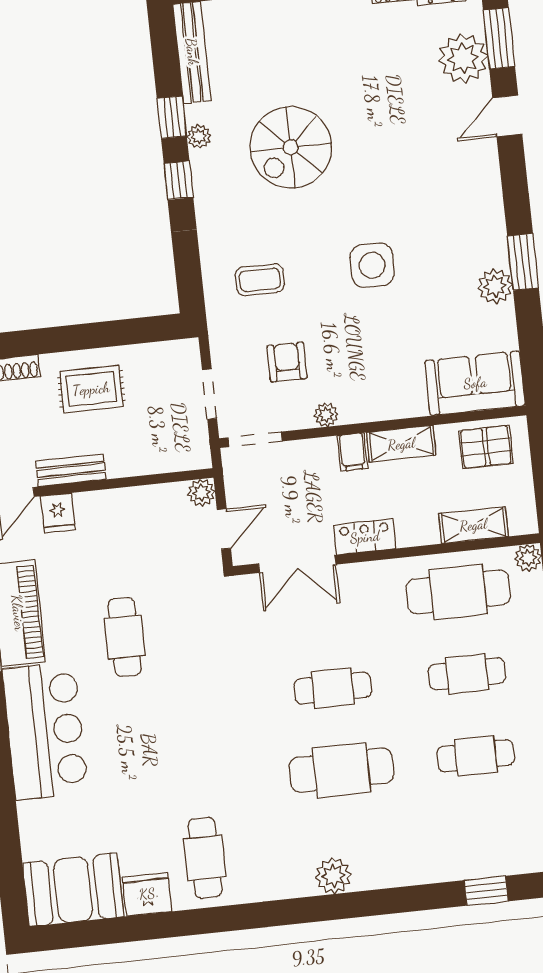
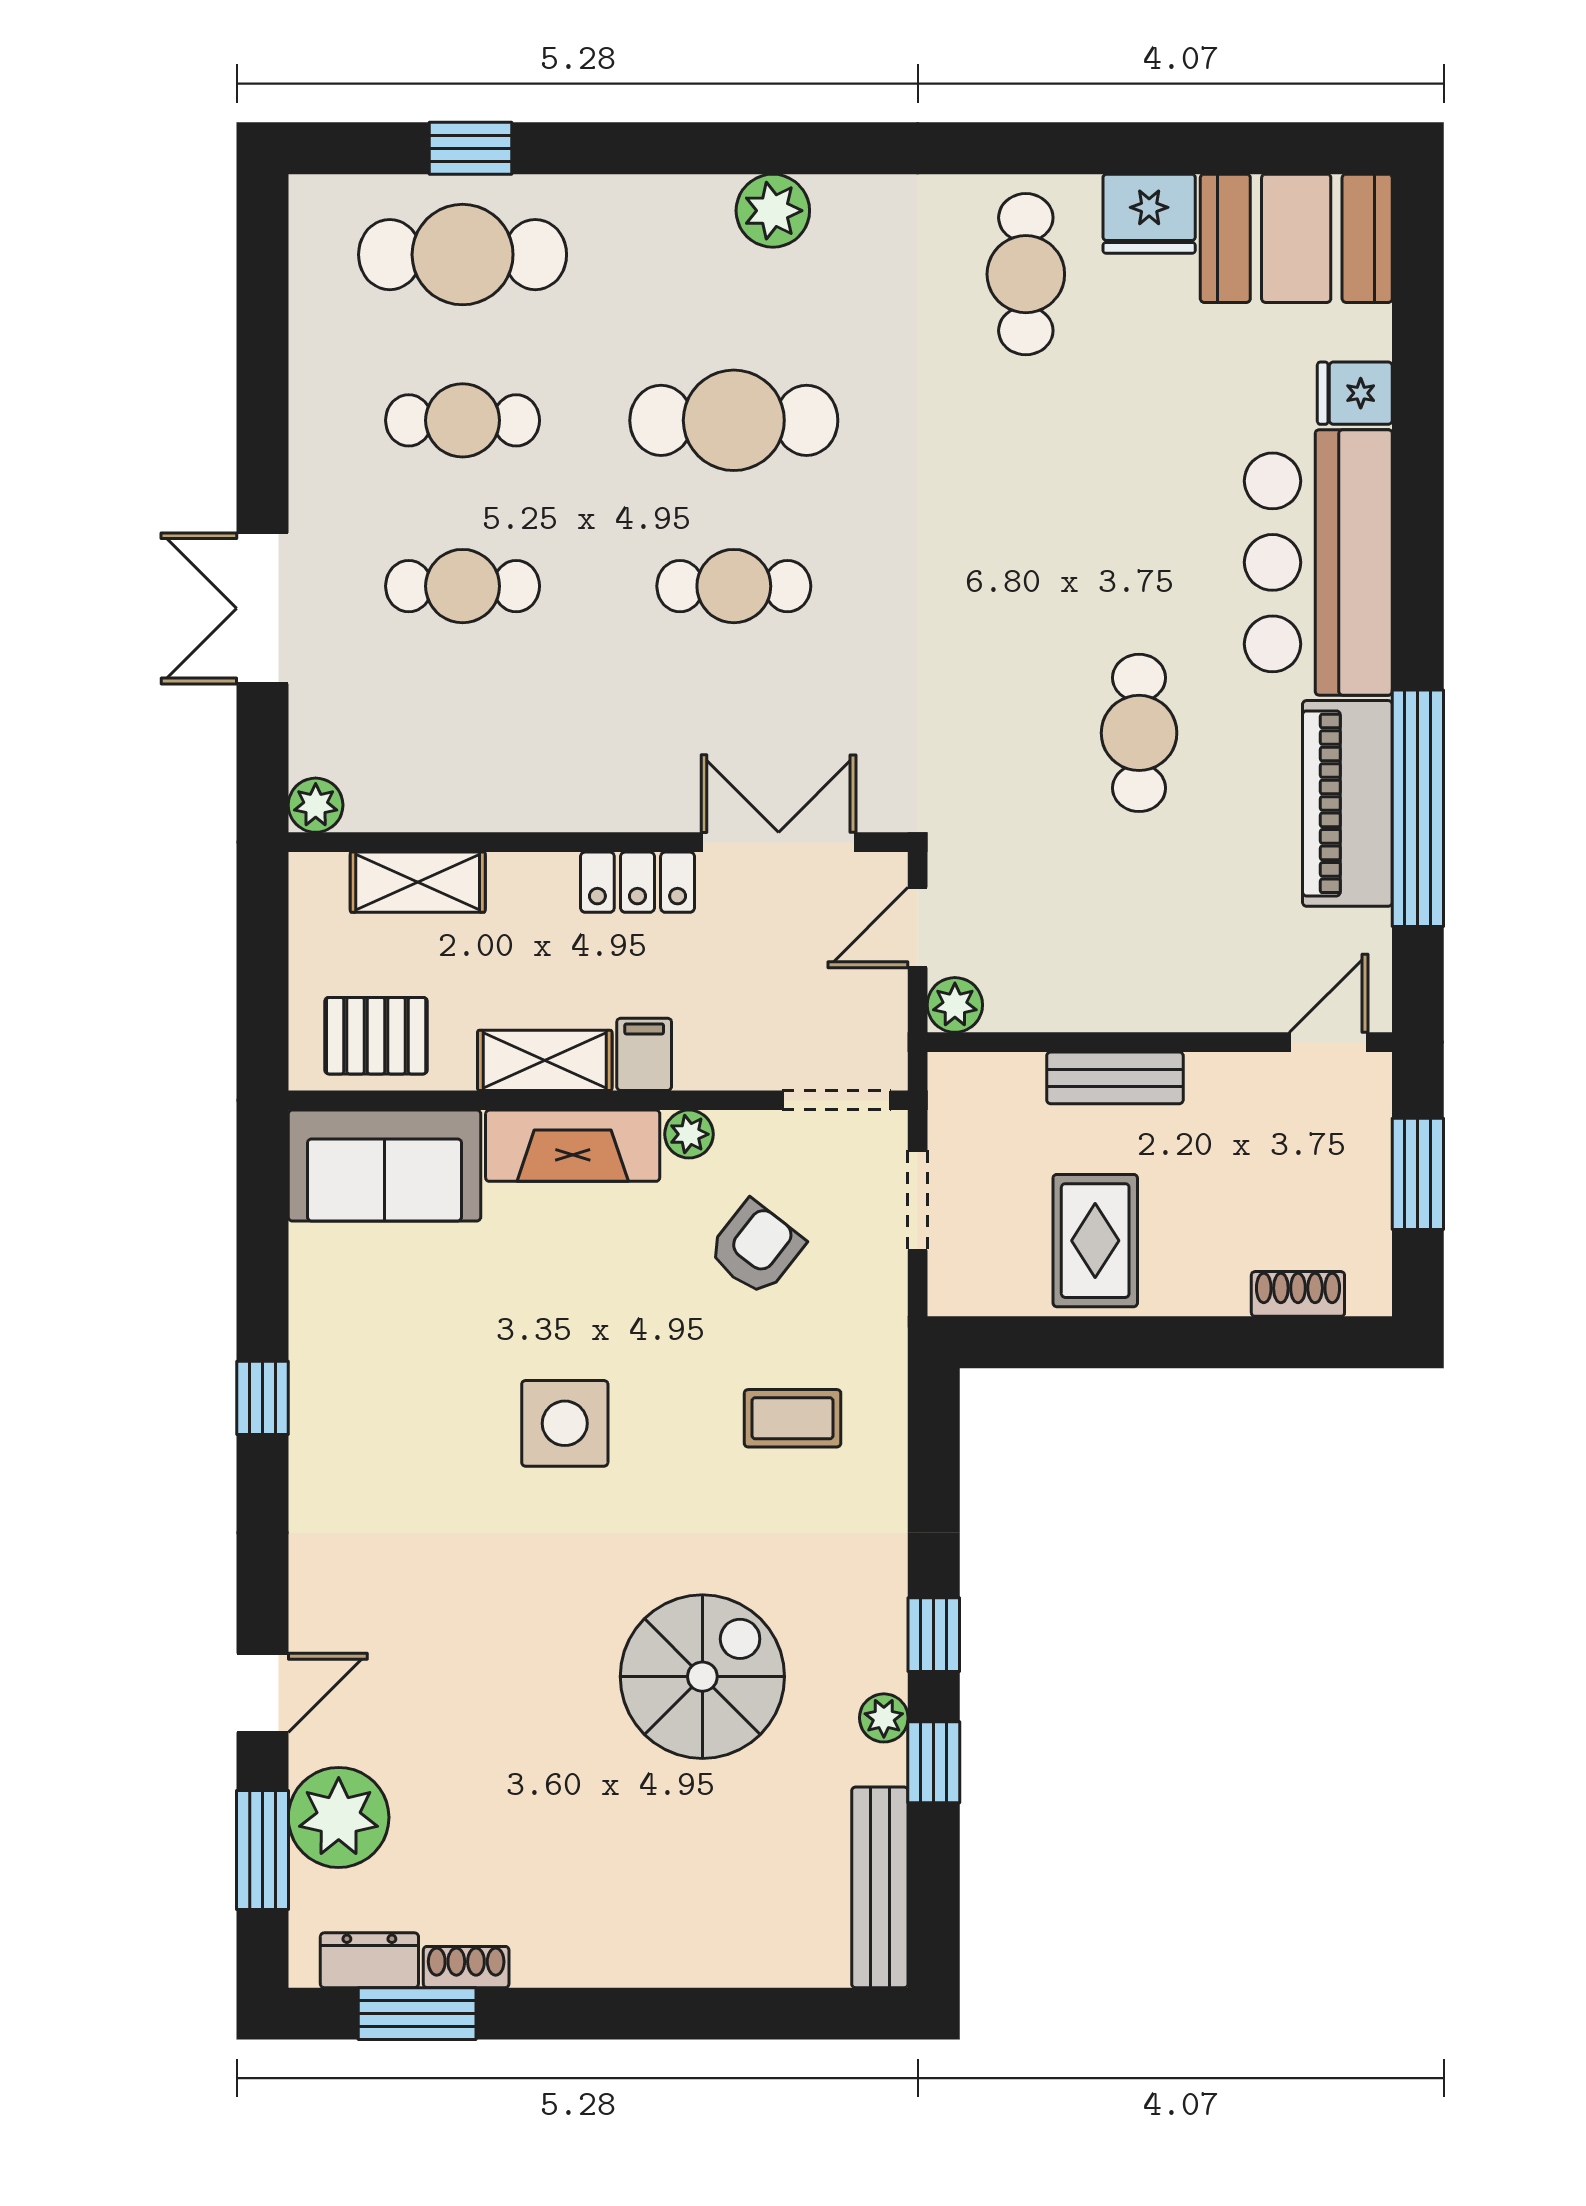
window: (523, 262) -> (263, 1398), width x0.67
plant: (495, 286) -> (324, 1355), removed
armchair: (287, 362) -> (756, 1248), turned -142
rug: (91, 389) -> (1095, 1241), moved, turned 90
fireplace: (383, 403) -> (573, 1146), added
bench: (71, 470) -> (1115, 1078), moved
fridge: (58, 513) -> (1355, 393), moved, turned -90
cafe table: (458, 592) -> (463, 255), moved

